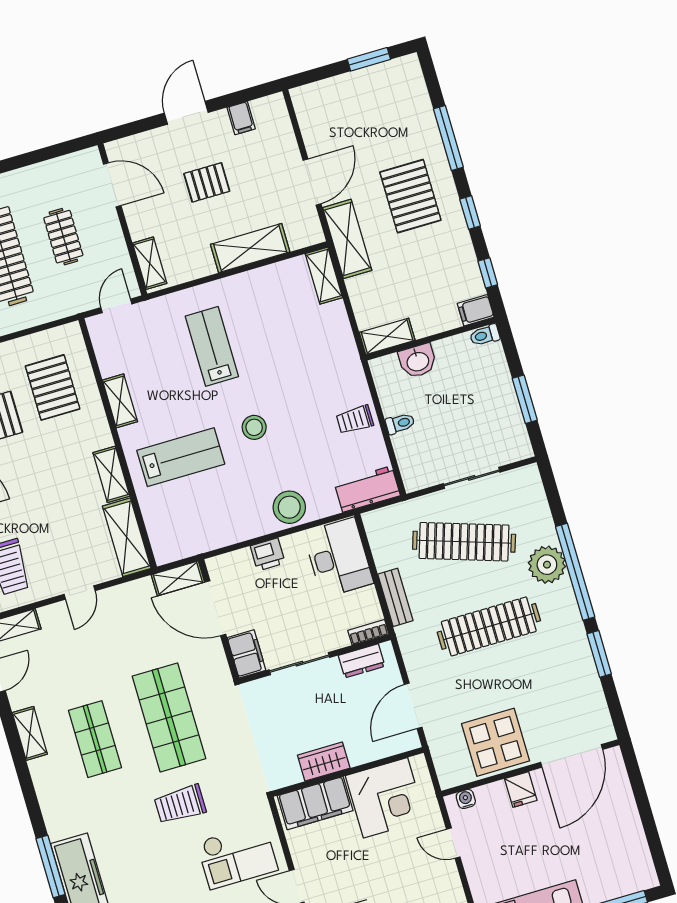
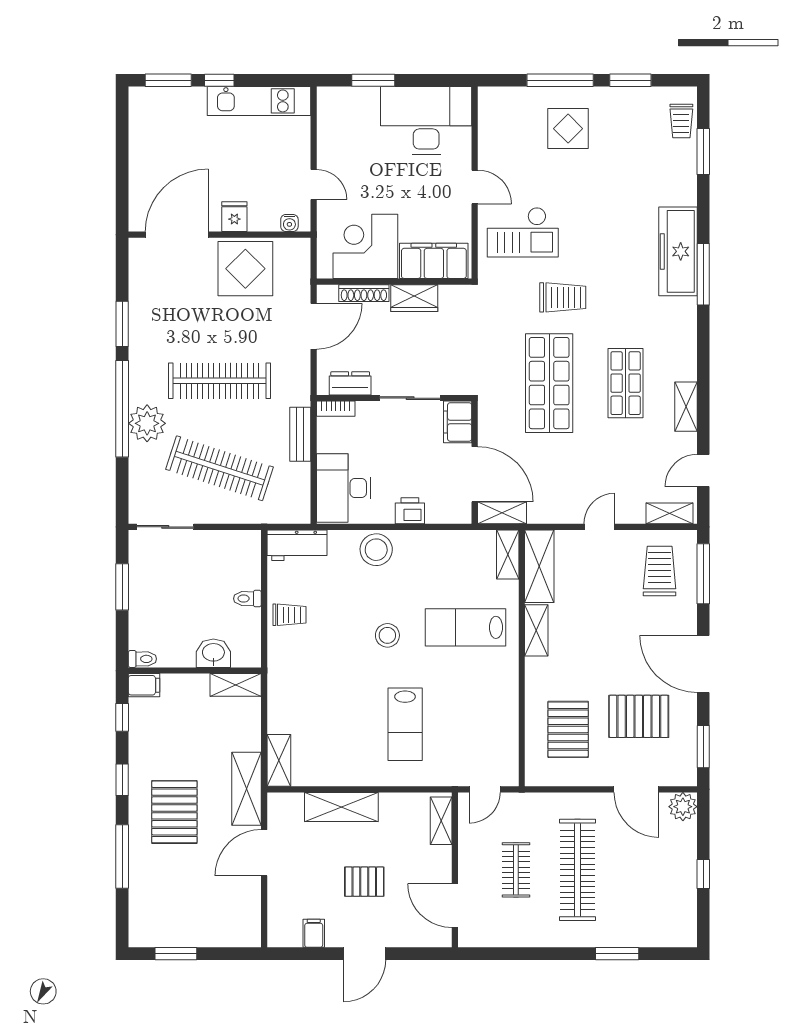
shelving: (120, 401) -> (508, 554), moved
sliding door: (472, 478) -> (165, 527), moved
shoe rack: (374, 752) -> (364, 293), added
checkout: (237, 856) -> (523, 232), turned 180

